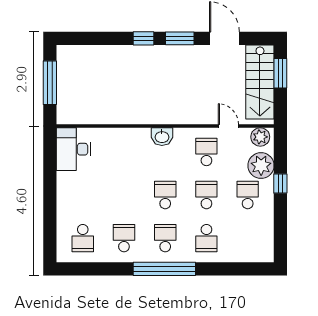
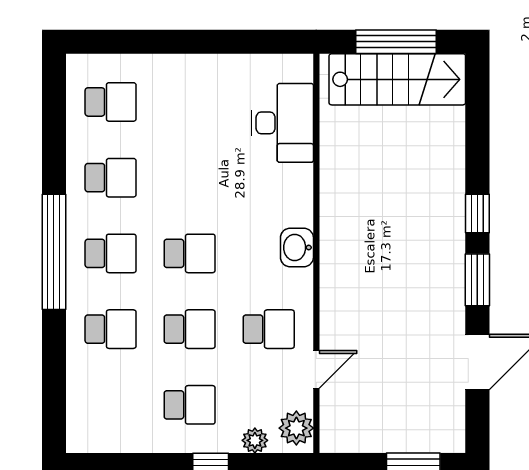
stairs: (260, 82) -> (397, 79), moved, turned 180
desk: (73, 149) -> (282, 123), moved, turned 90
plant: (261, 166) -> (255, 440), width x0.53, depth x0.53
school desk: (83, 238) -> (111, 102), turned 180
school desk: (206, 238) -> (111, 329), turned 180

